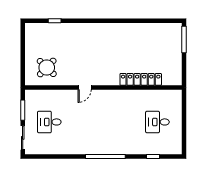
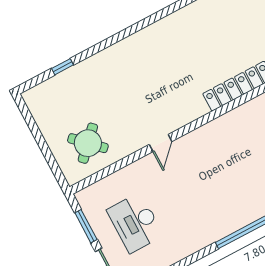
desk: (49, 122) -> (135, 223), width x1.37

